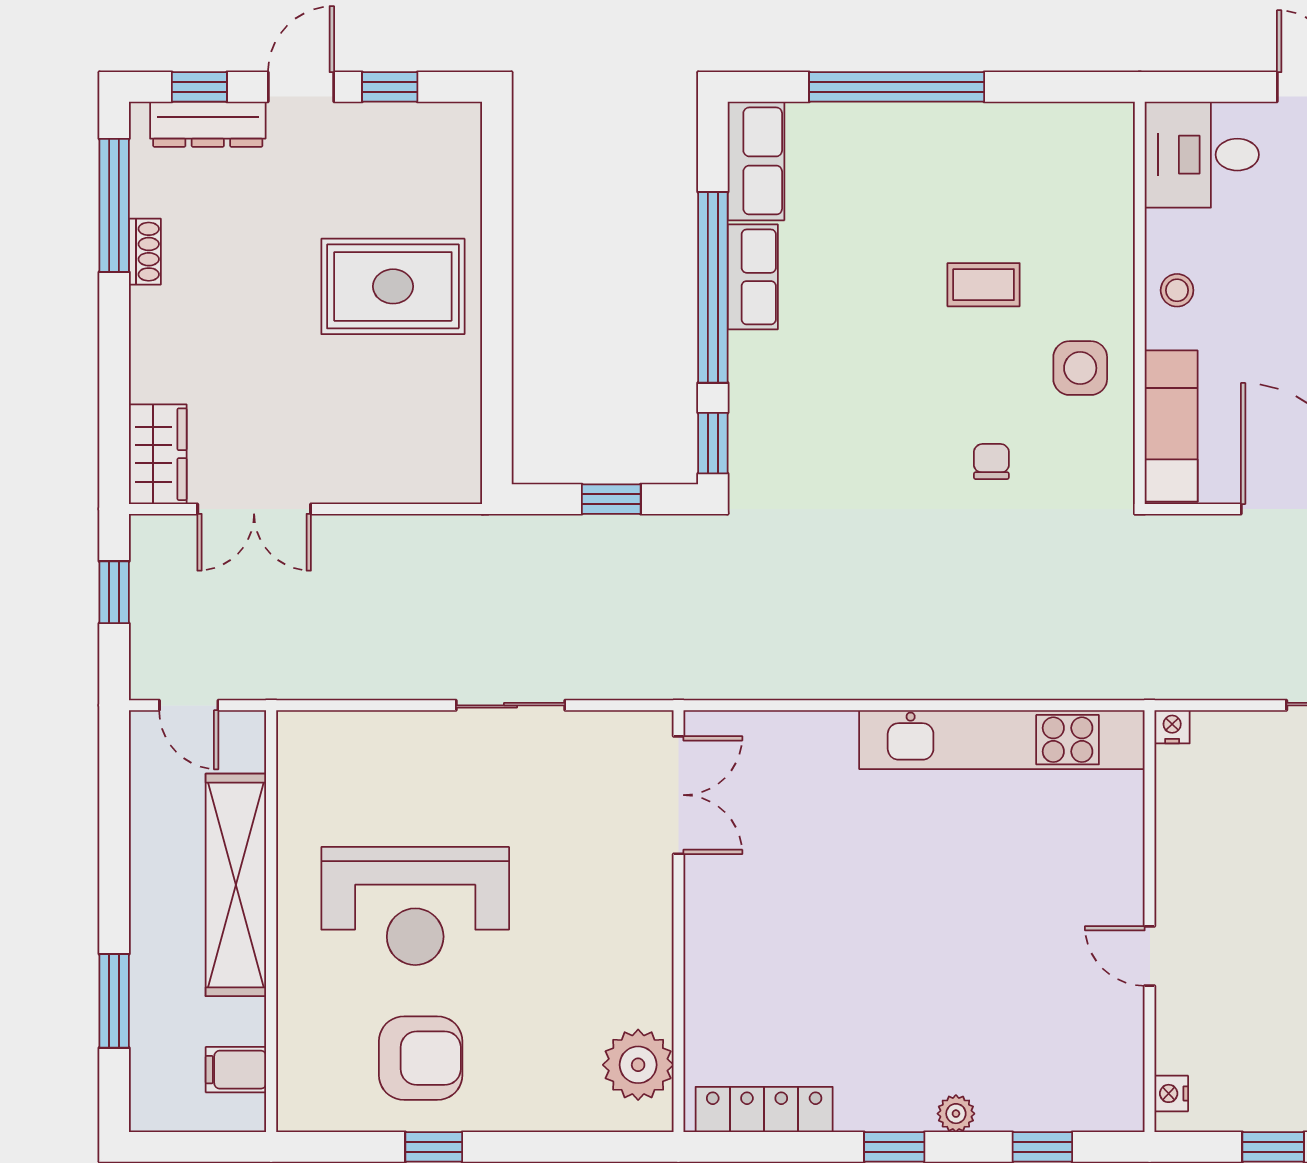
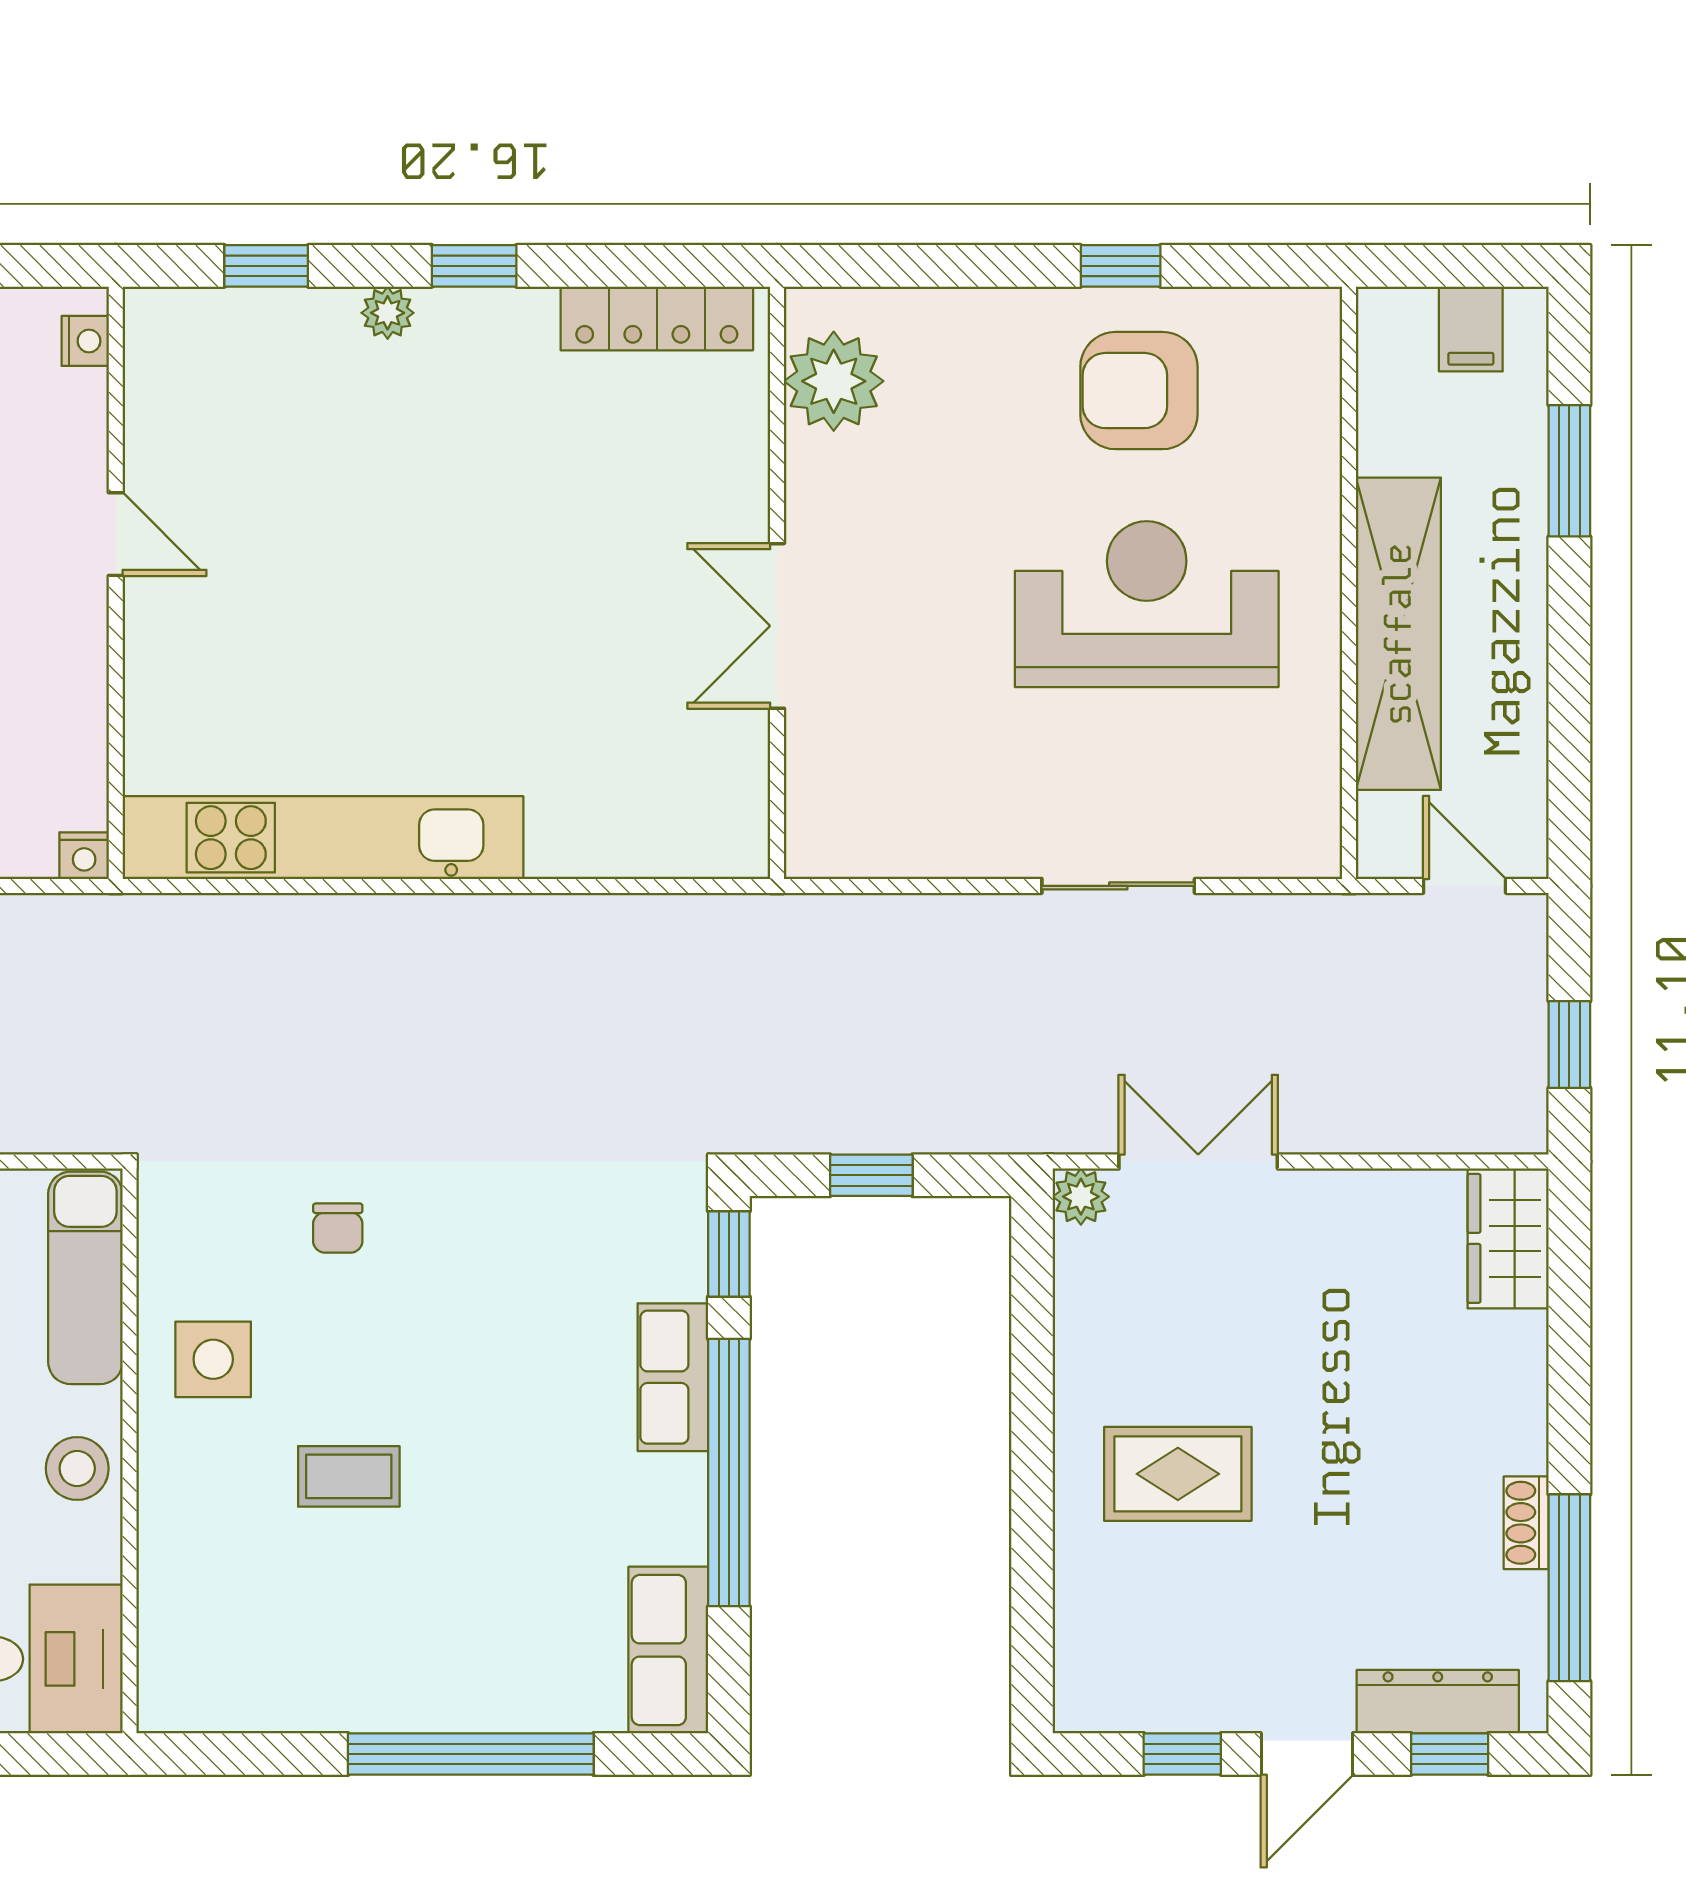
row of seats: (753, 277) -> (673, 1377), moved
rug: (393, 286) -> (1178, 1474), width x0.73, depth x0.70
stool: (1177, 290) -> (77, 1468), width x1.37, depth x1.37
plant: (462, 484) -> (1081, 1197), added
double door: (254, 509) -> (1198, 1162), moved
sliding door: (511, 705) -> (1118, 886), moved
double door: (678, 795) -> (777, 626), moved
filing cabinet: (236, 1070) -> (1471, 329), moved, turned 90

